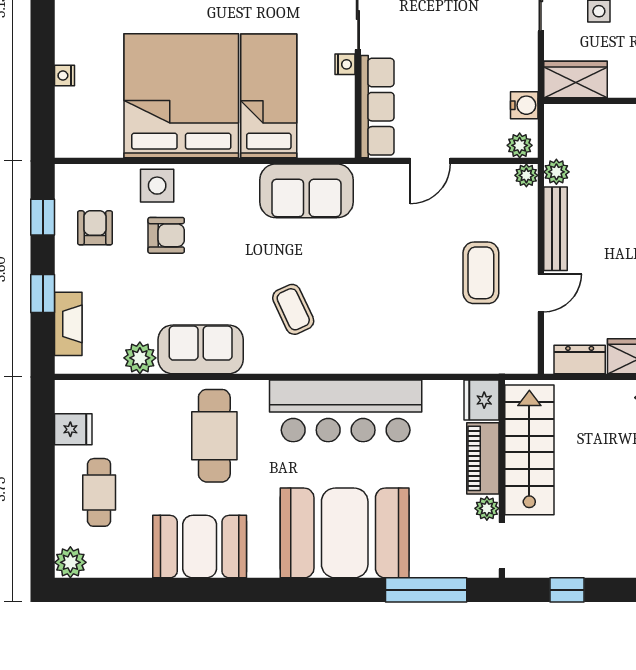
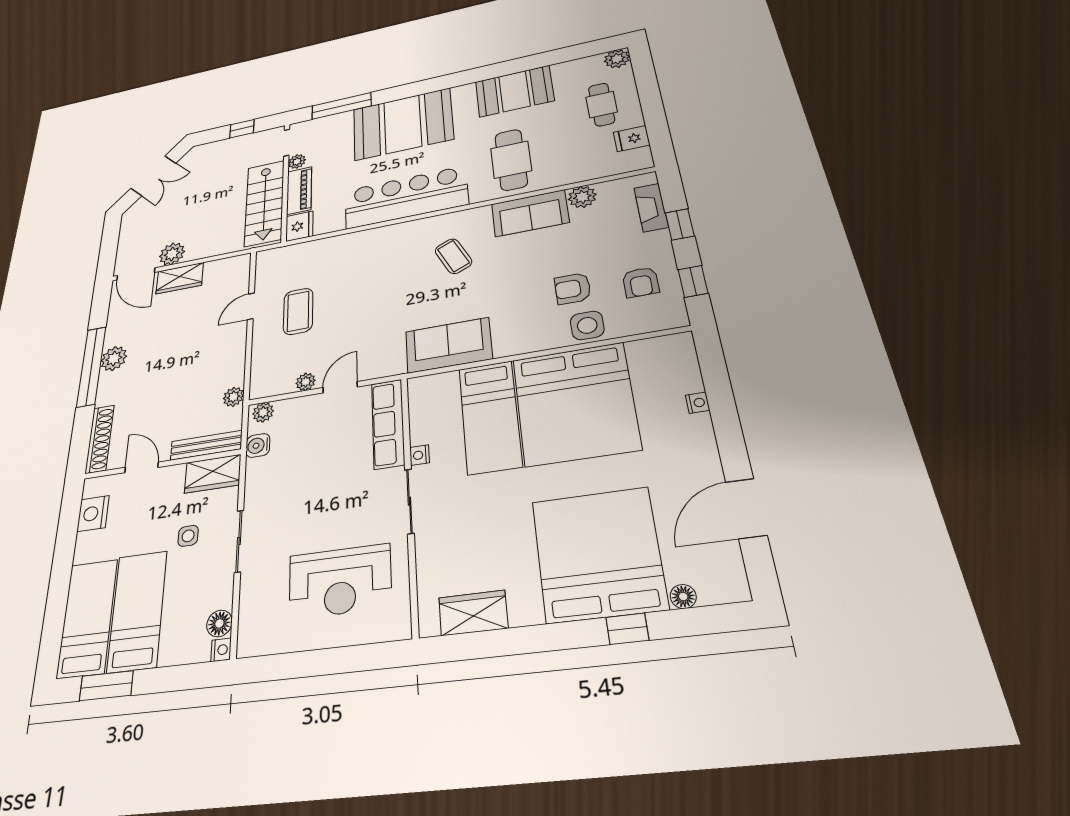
plant: (526, 175) -> (306, 382), moved
bench: (556, 229) -> (206, 445), moved, turned 90
dresser: (580, 360) -> (224, 267), removed

